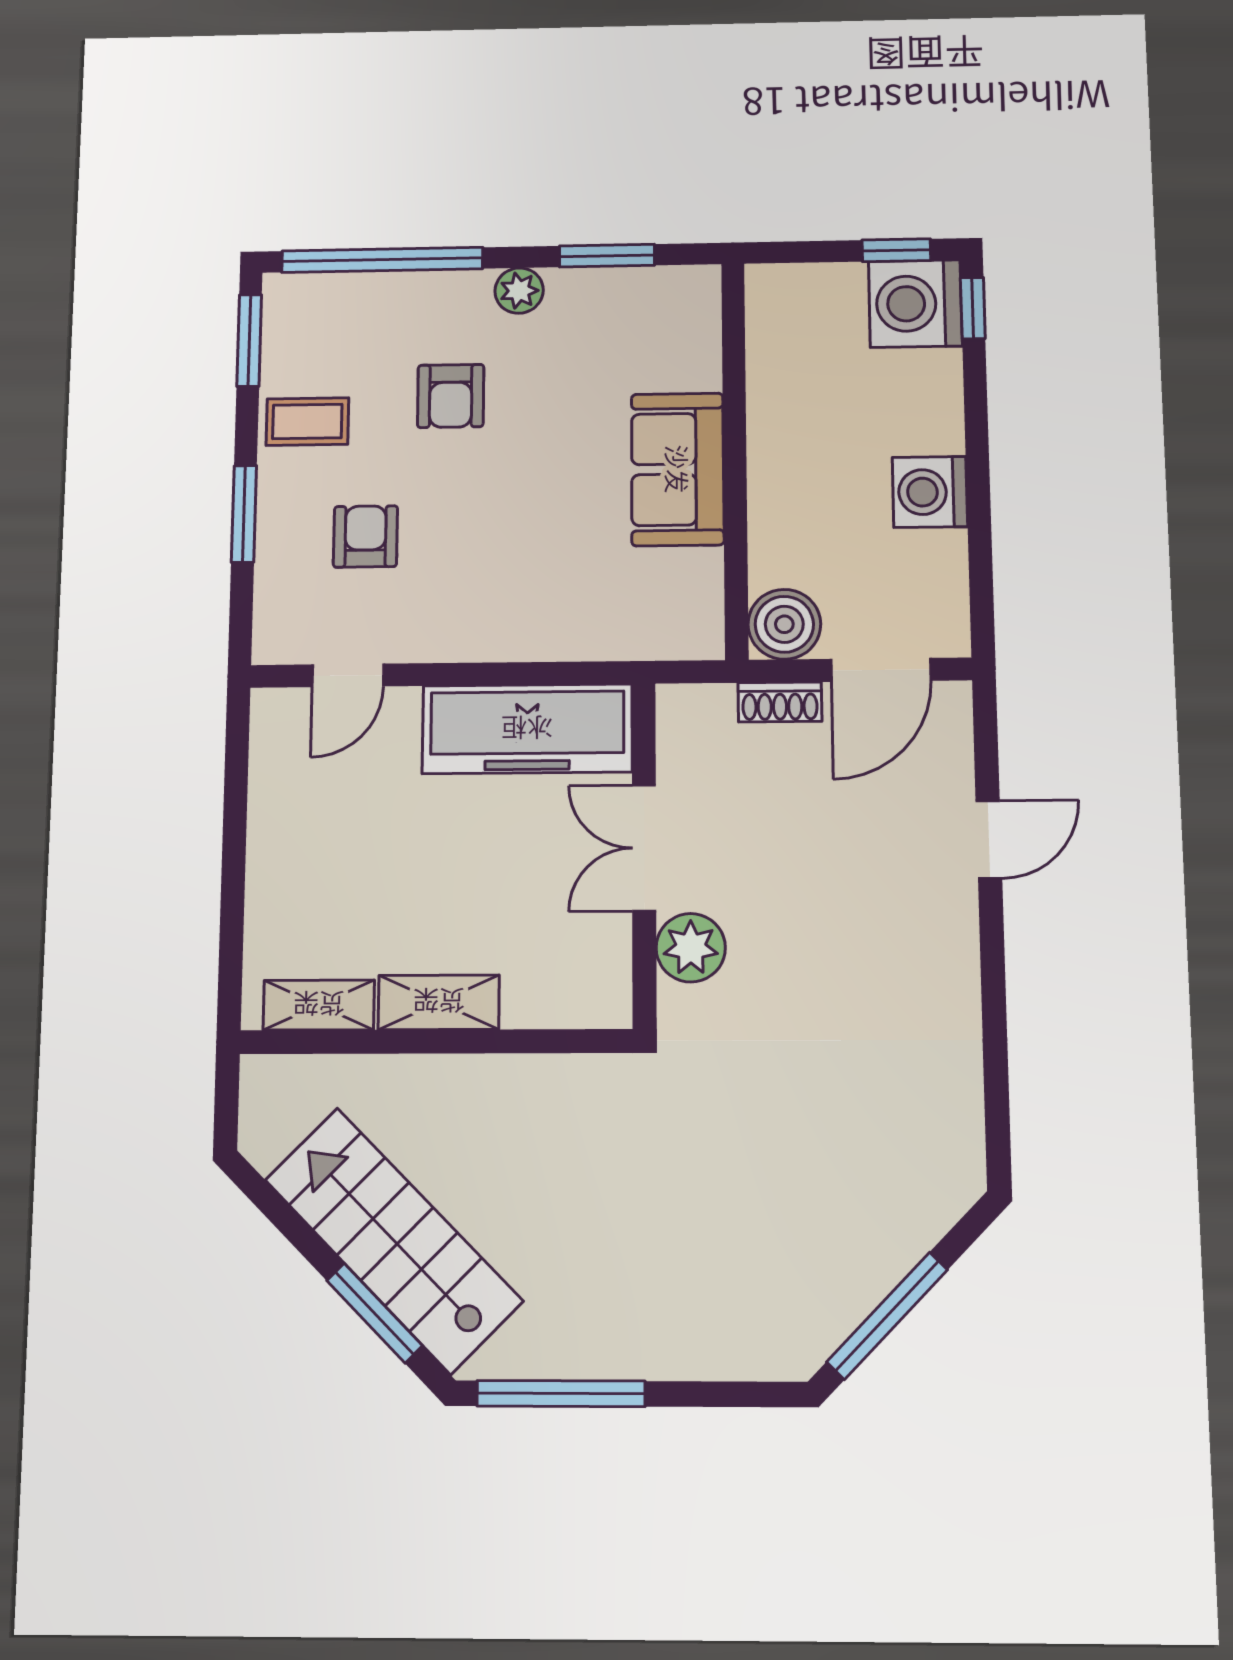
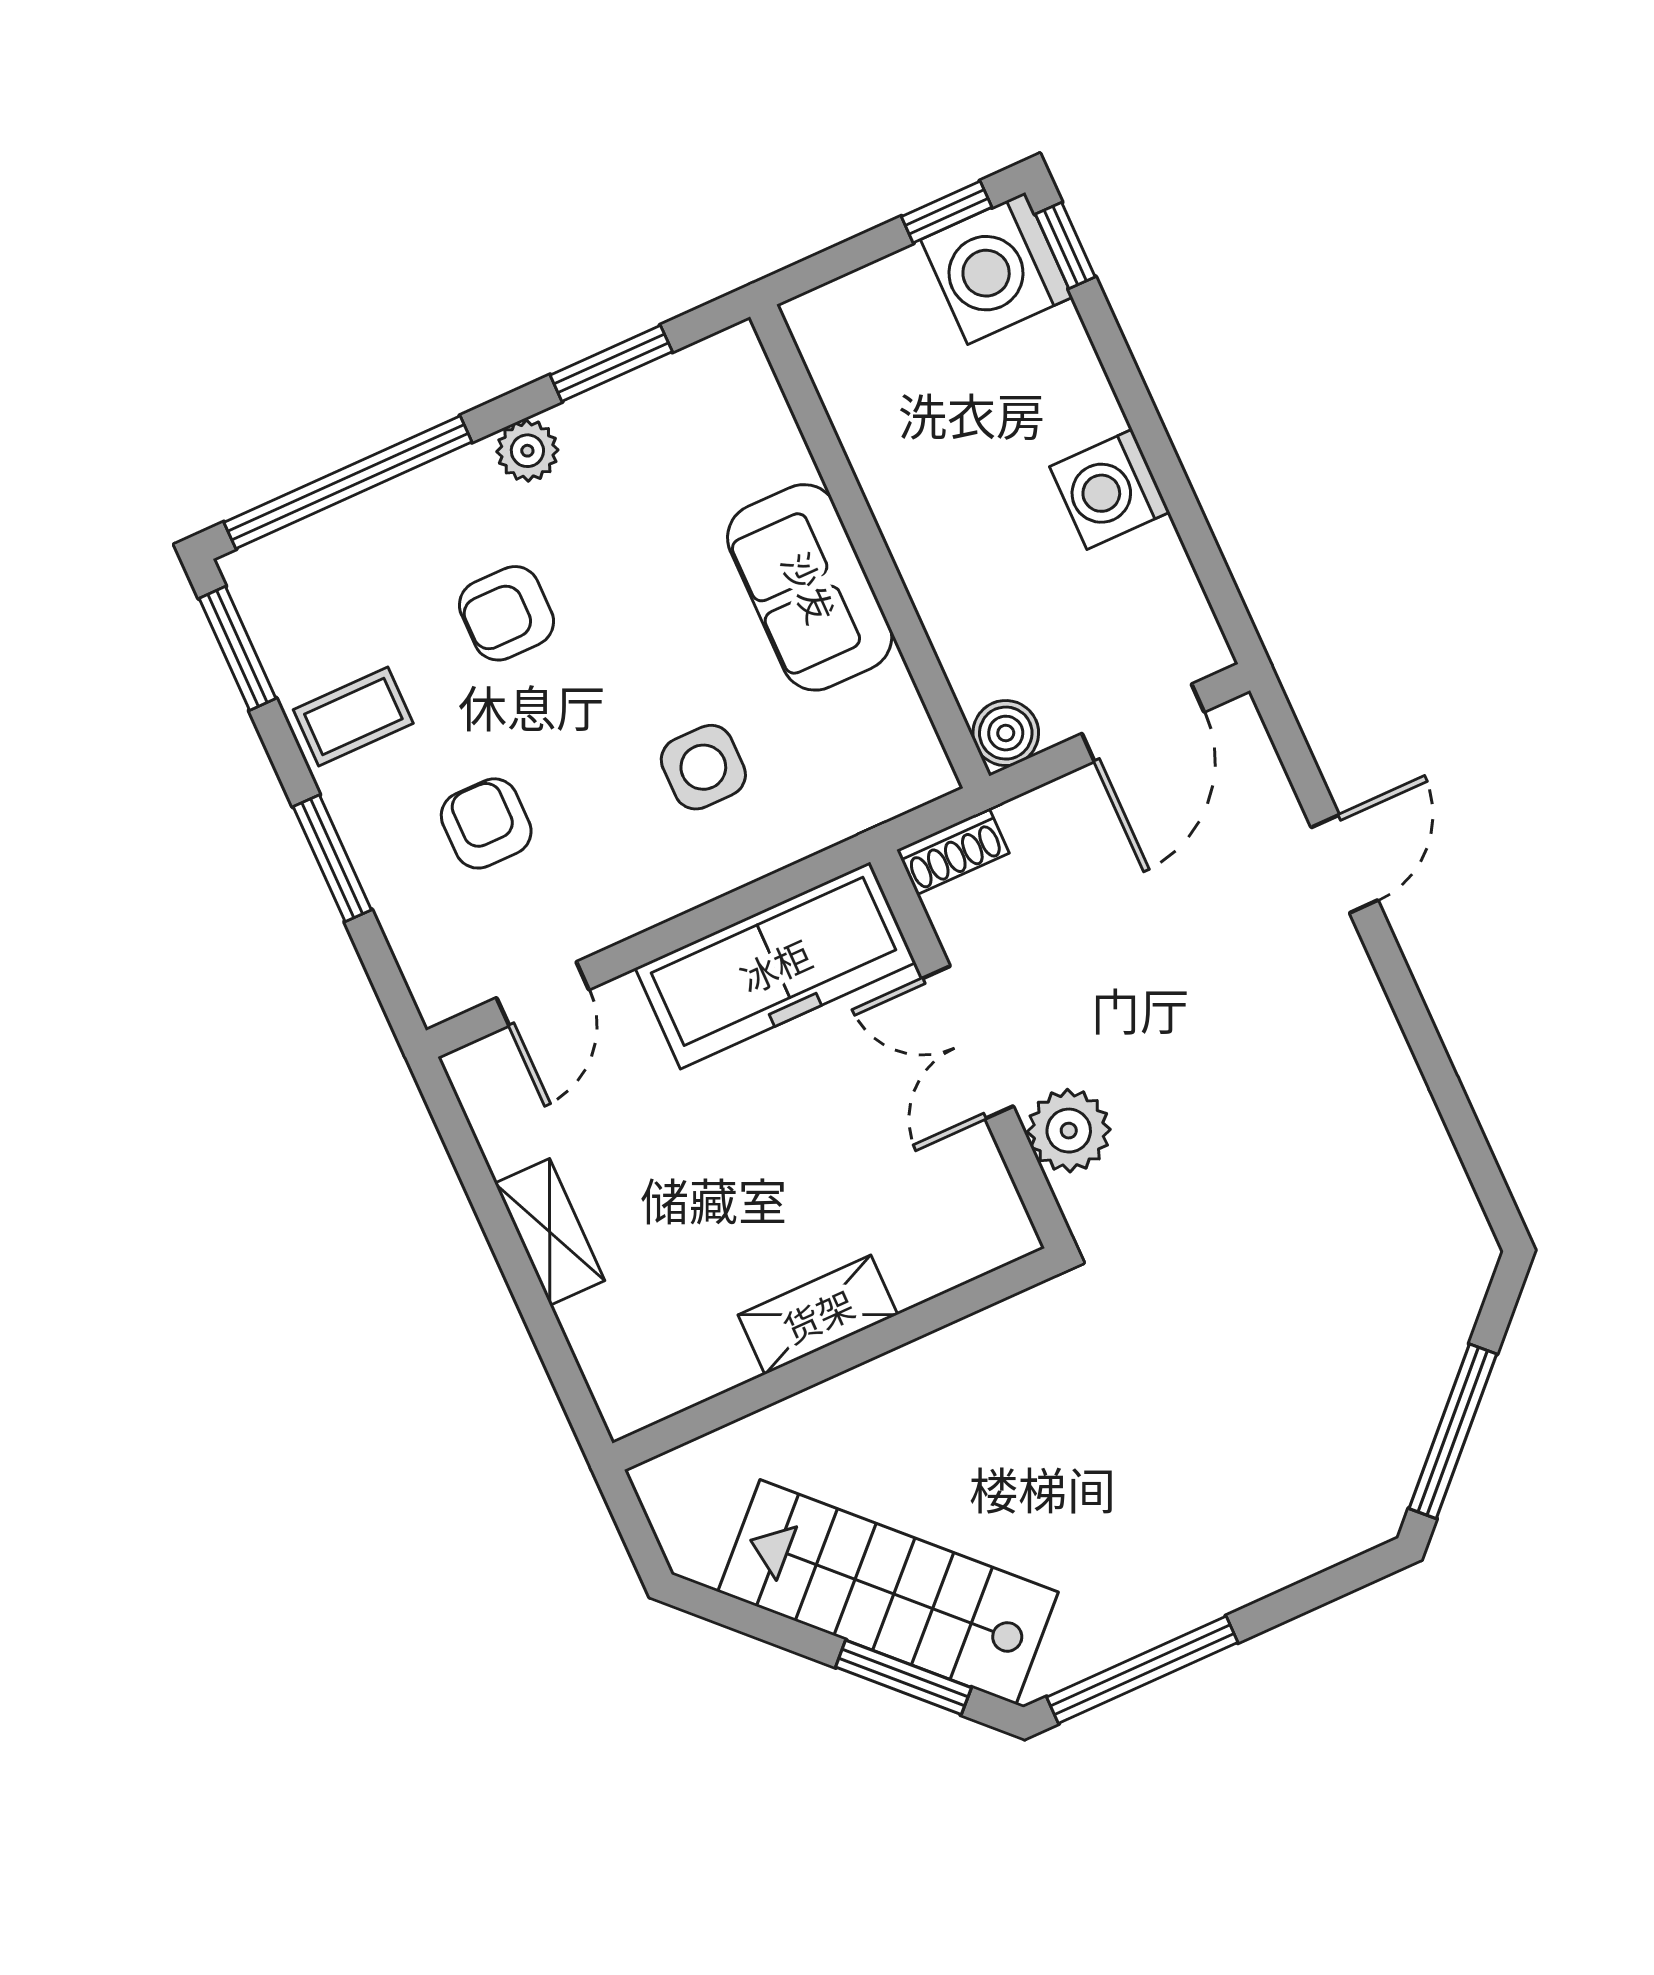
armchair: (451, 396) -> (507, 613), turned 90
side table: (541, 564) -> (703, 767), added
boiler: (784, 624) -> (1006, 733), width x0.73, depth x0.73
shoe rack: (780, 702) -> (953, 851), moved
shelving: (319, 1005) -> (550, 1232), moved, turned 90

